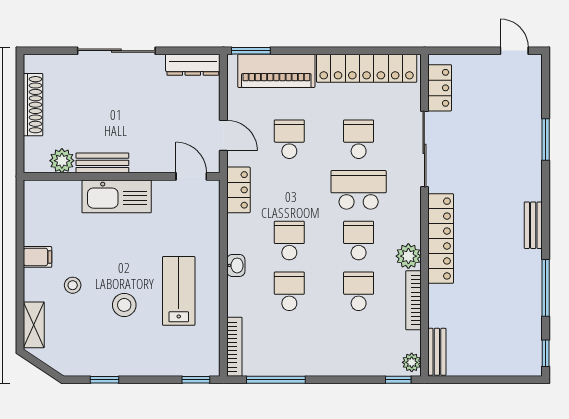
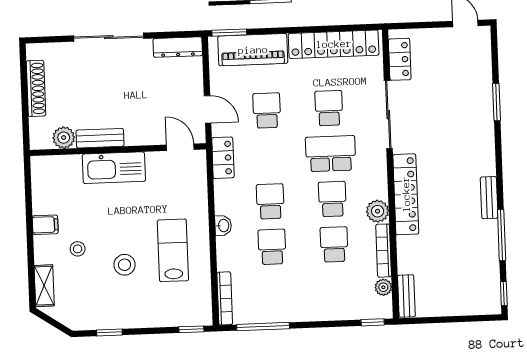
bench: (533, 225) -> (489, 198), moved
plant: (412, 362) -> (383, 287), moved

